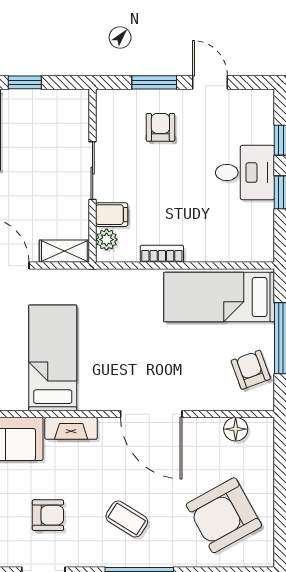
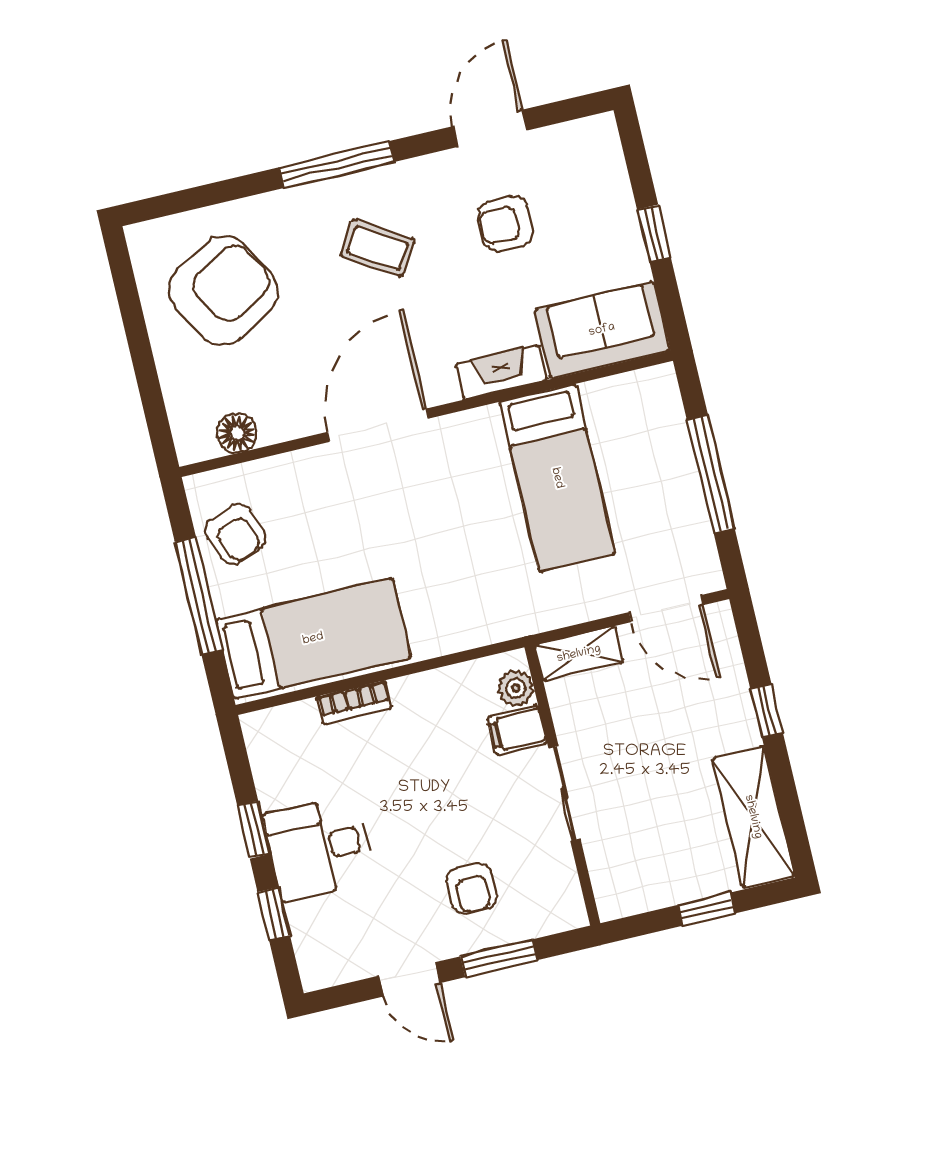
bookcase: (162, 254) -> (354, 702), moved
door: (151, 414) -> (378, 425), hinge flipped

